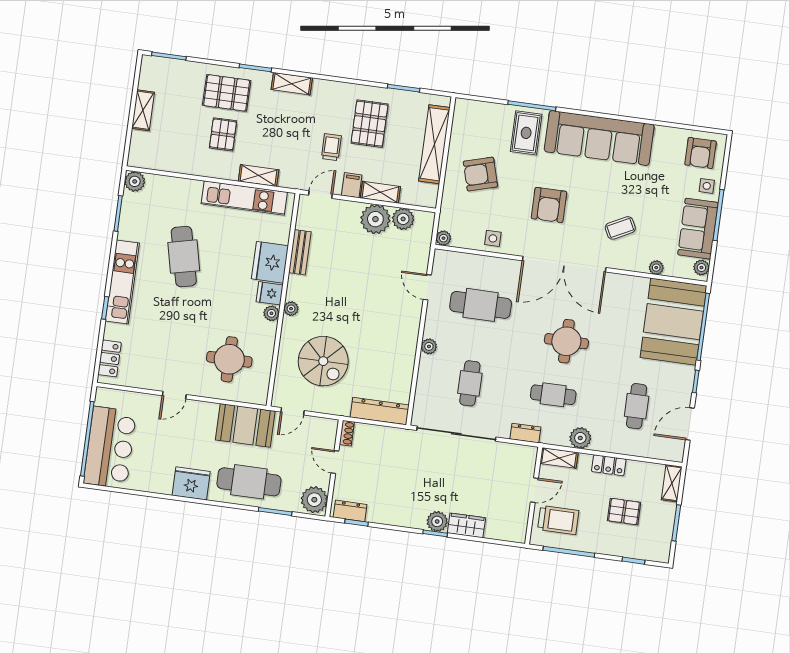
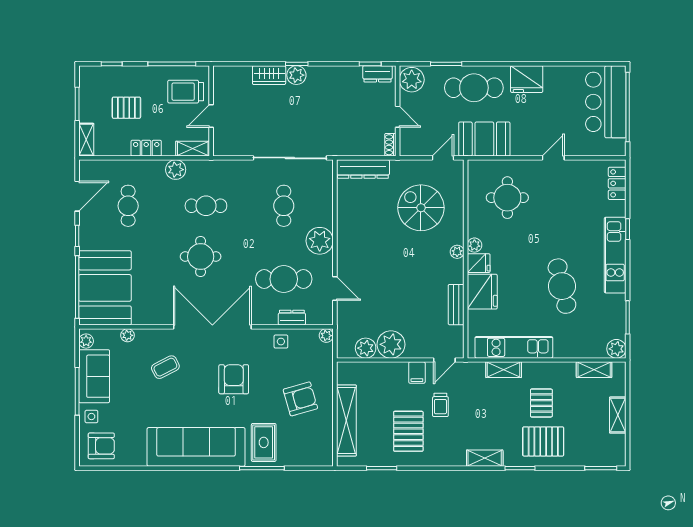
armchair: (701, 153) -> (101, 446), turned 90
shelving: (380, 192) -> (594, 370), moved
plant: (429, 346) -> (320, 241), width x1.87, depth x1.87
dresser: (525, 433) -> (292, 318), moved, turned 180

